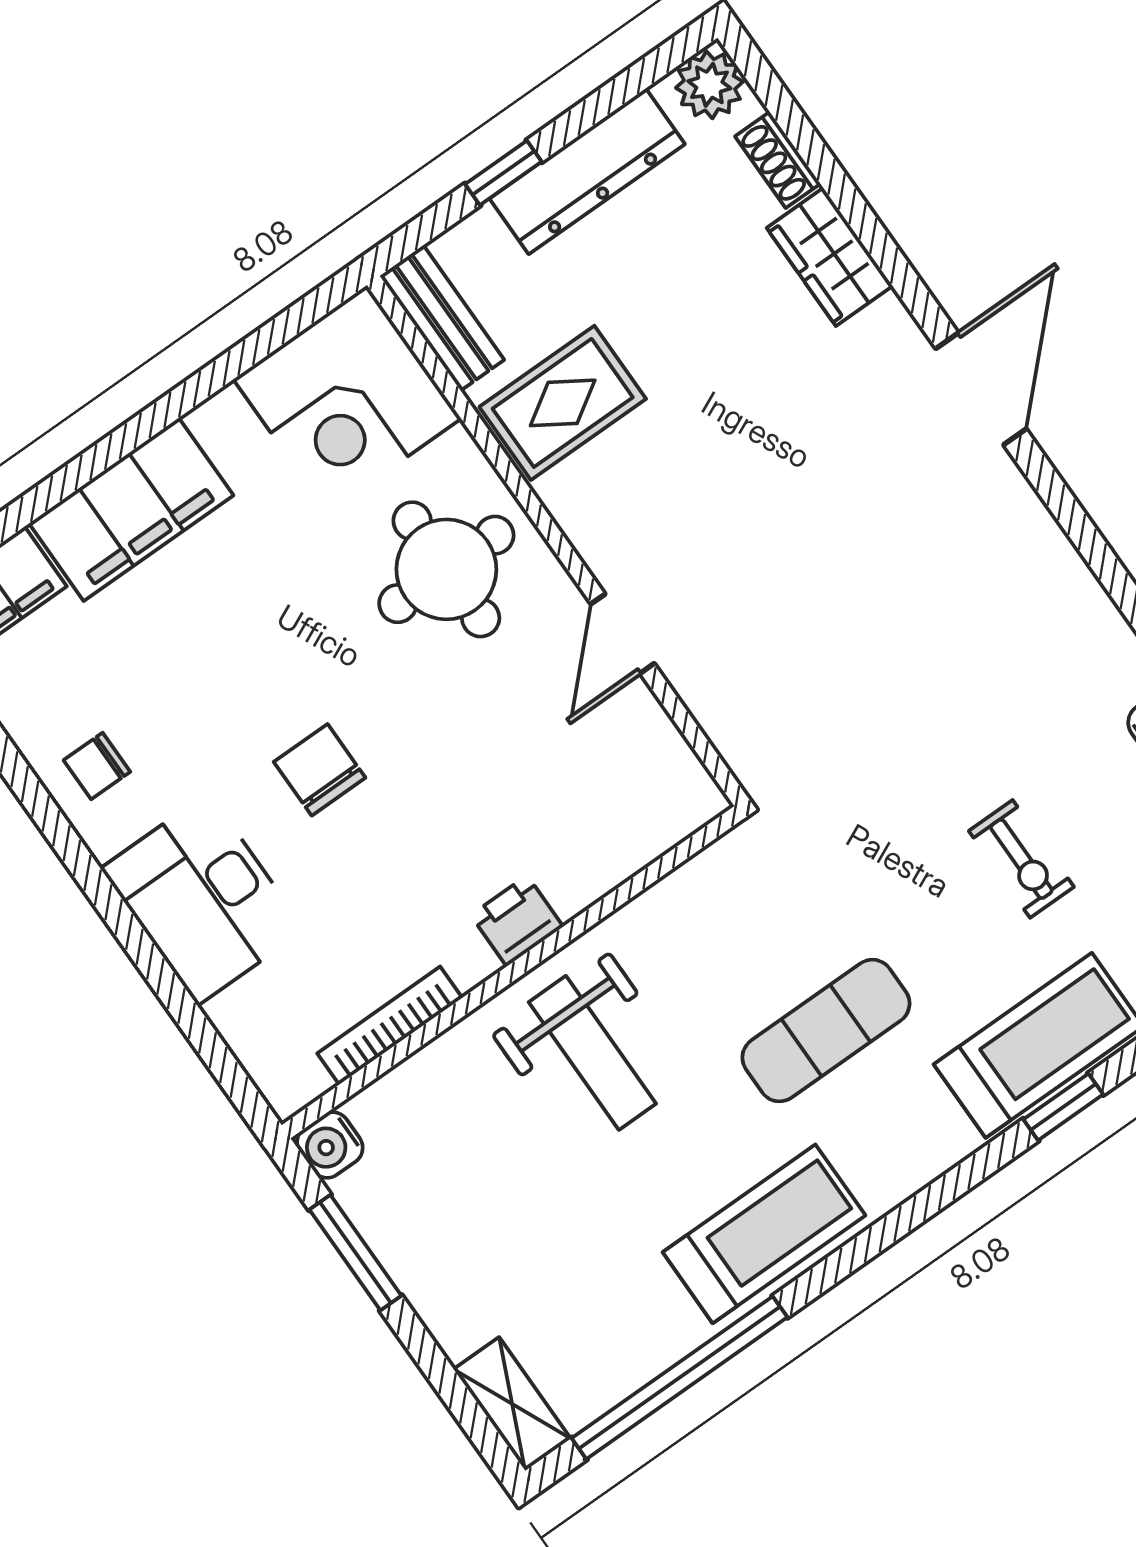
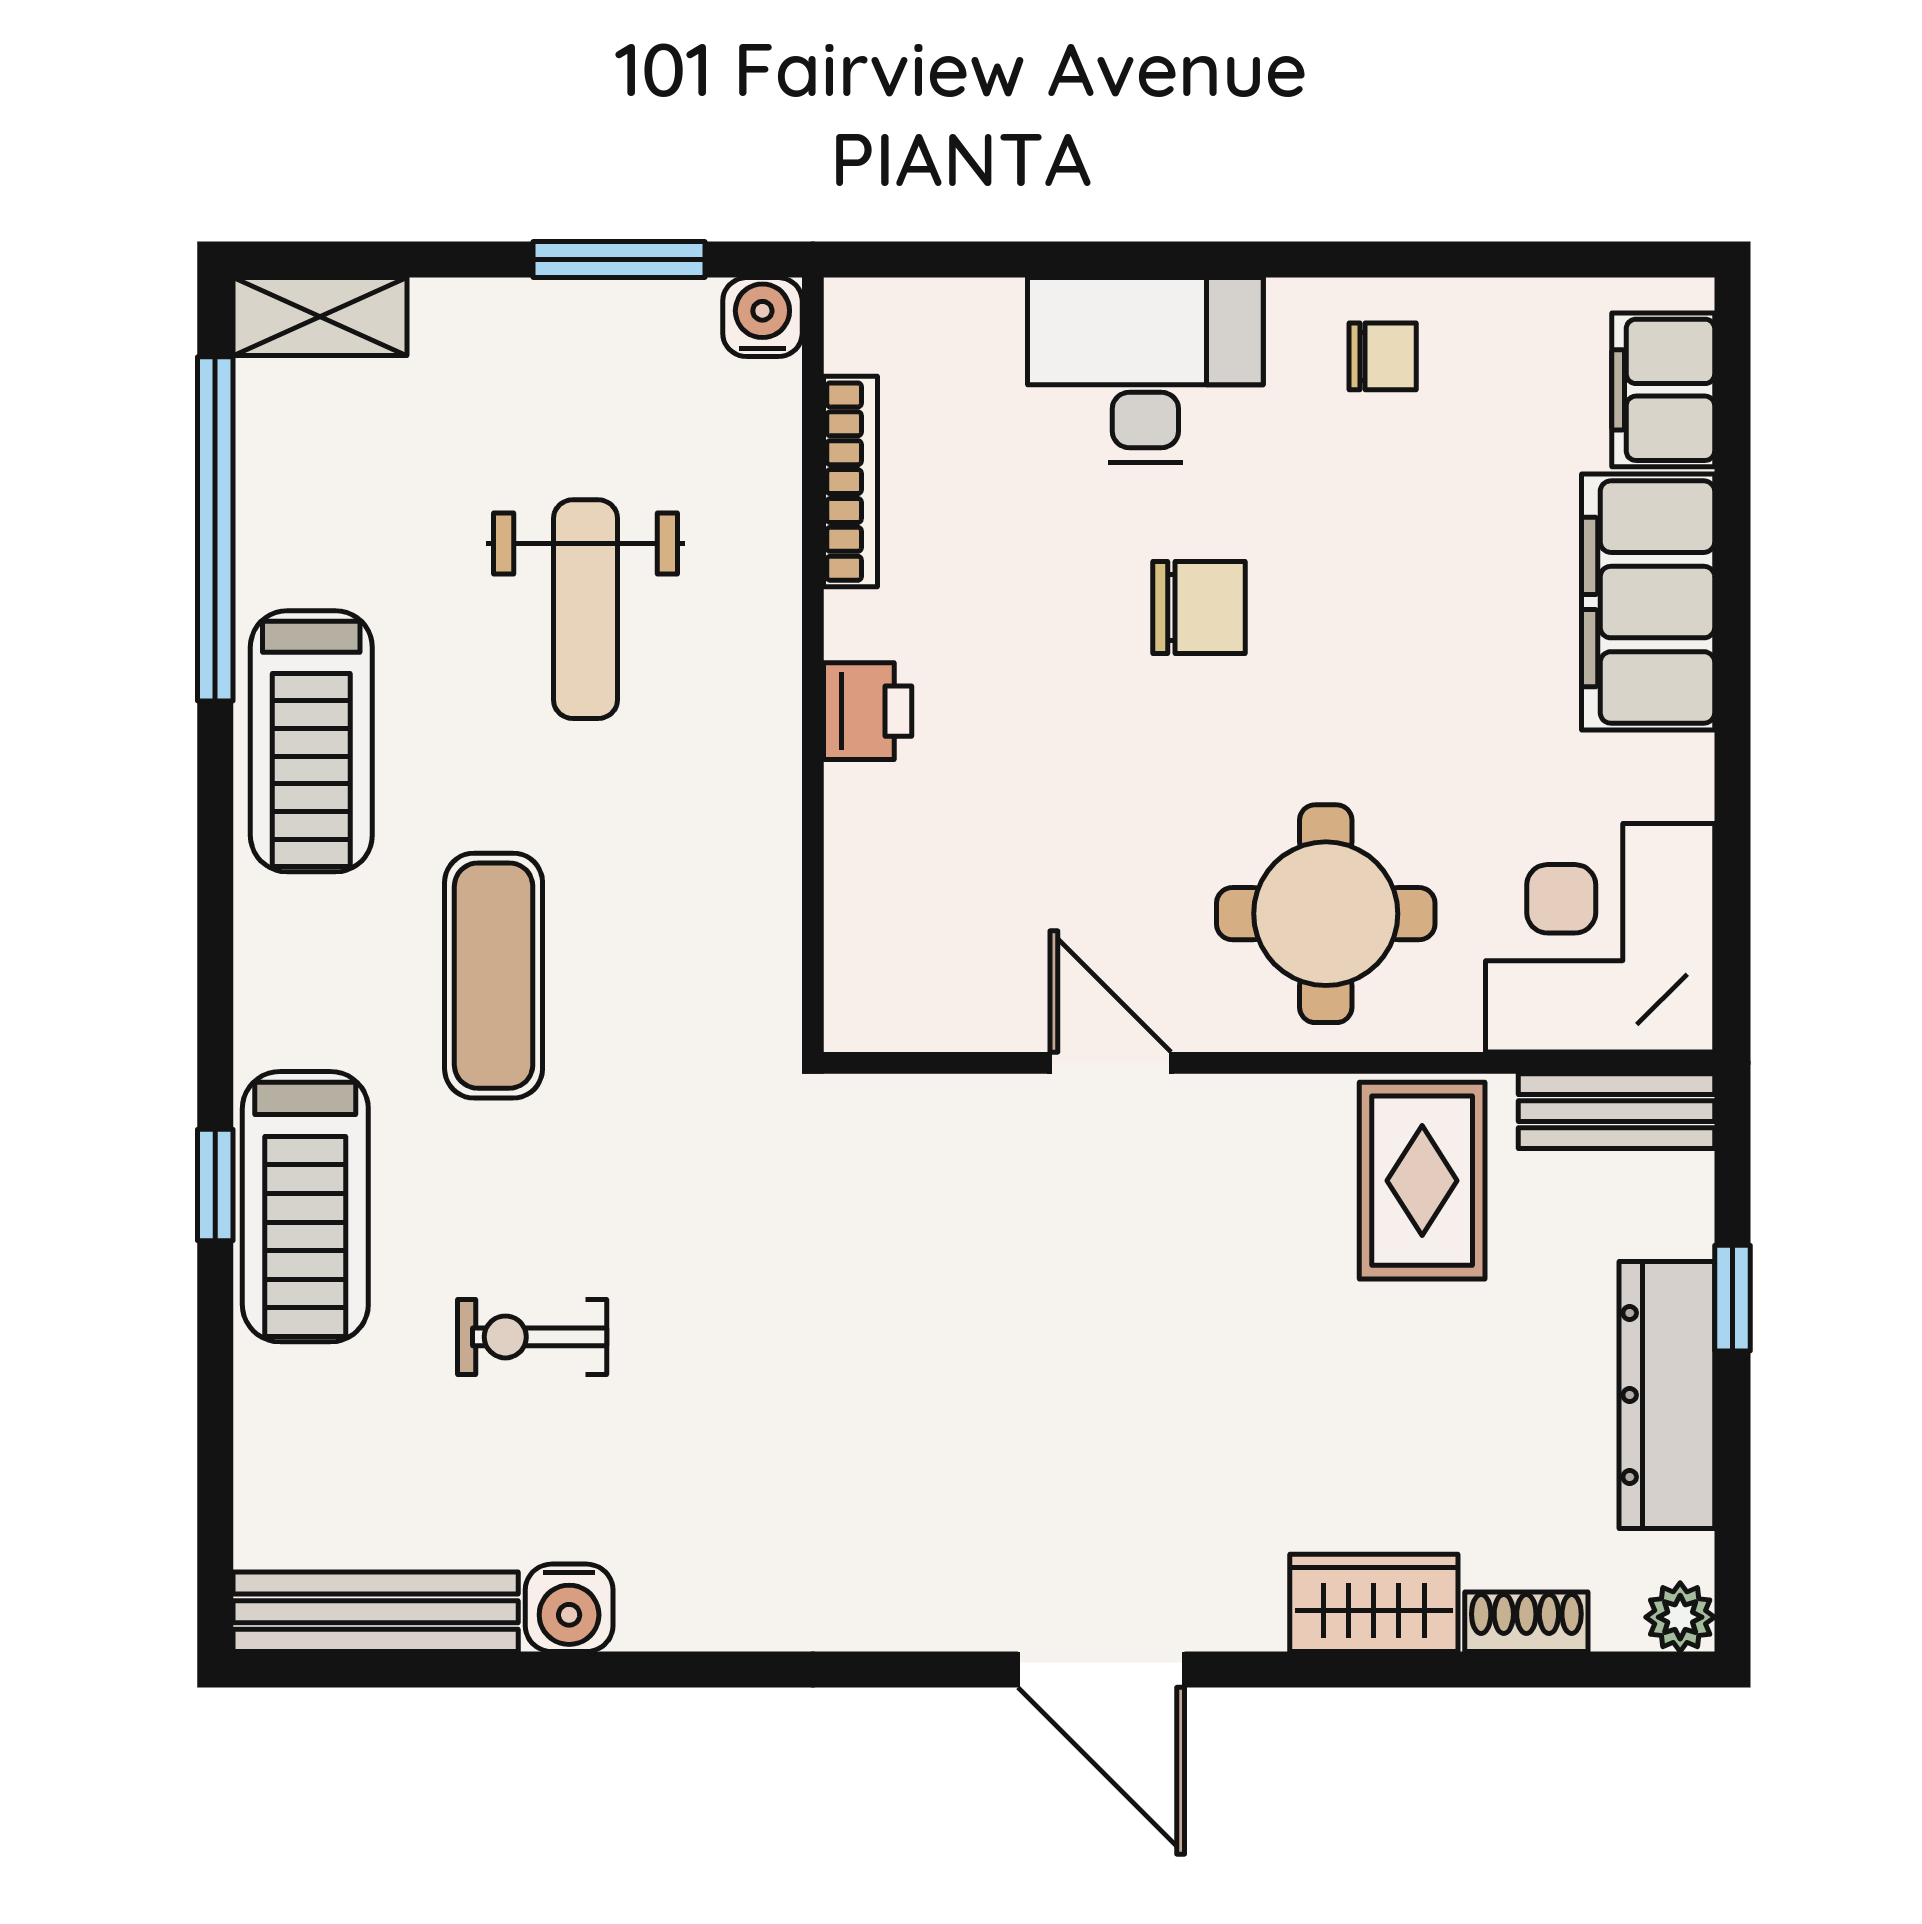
plant: (709, 85) -> (1680, 1617), width x0.73, depth x0.73
chair: (97, 766) -> (1383, 356), turned 90
weight bench: (592, 1053) -> (585, 609), moved, turned -90

